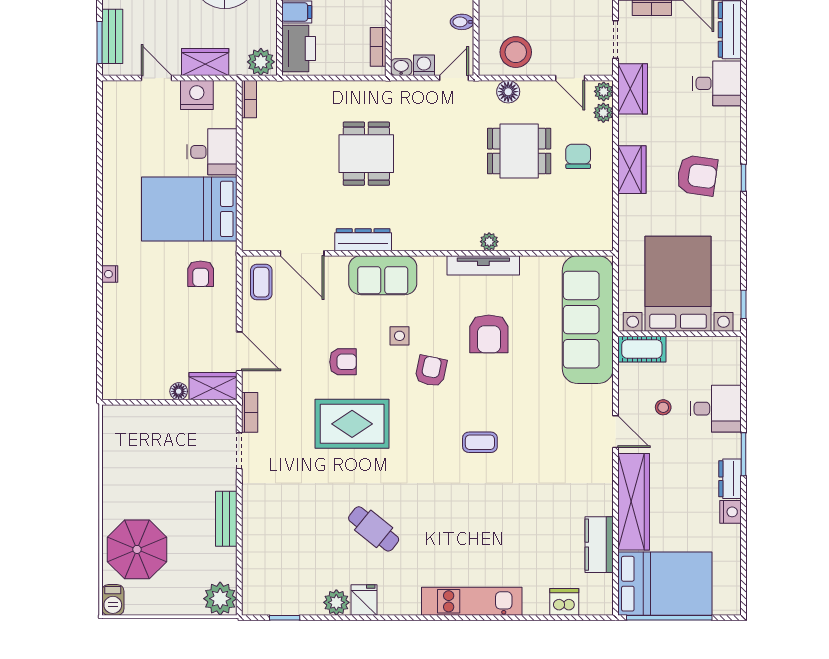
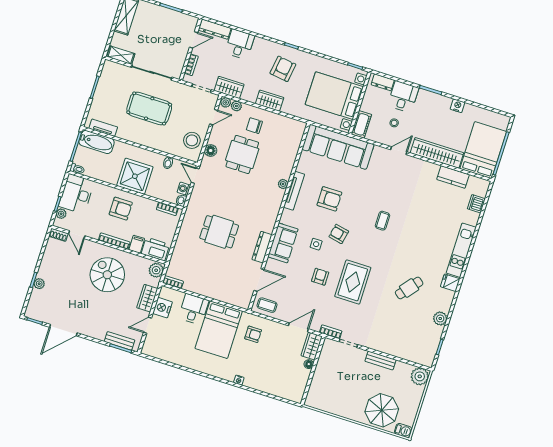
dresser: (730, 479) -> (383, 82), moved
fridge: (364, 600) -> (450, 283), moved

